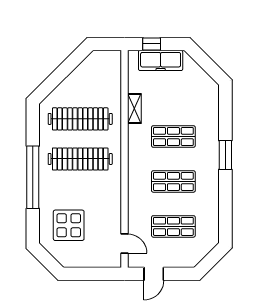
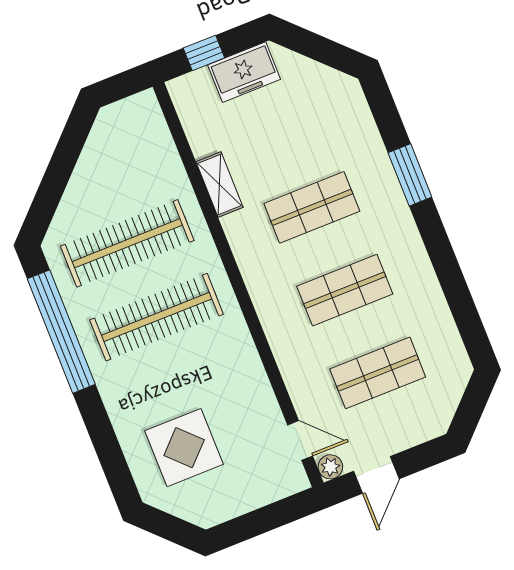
freezer: (161, 60) -> (244, 72), width x0.71
window: (225, 155) -> (410, 175), moved
window: (33, 177) -> (61, 332), moved
plant: (134, 262) -> (330, 467), added

